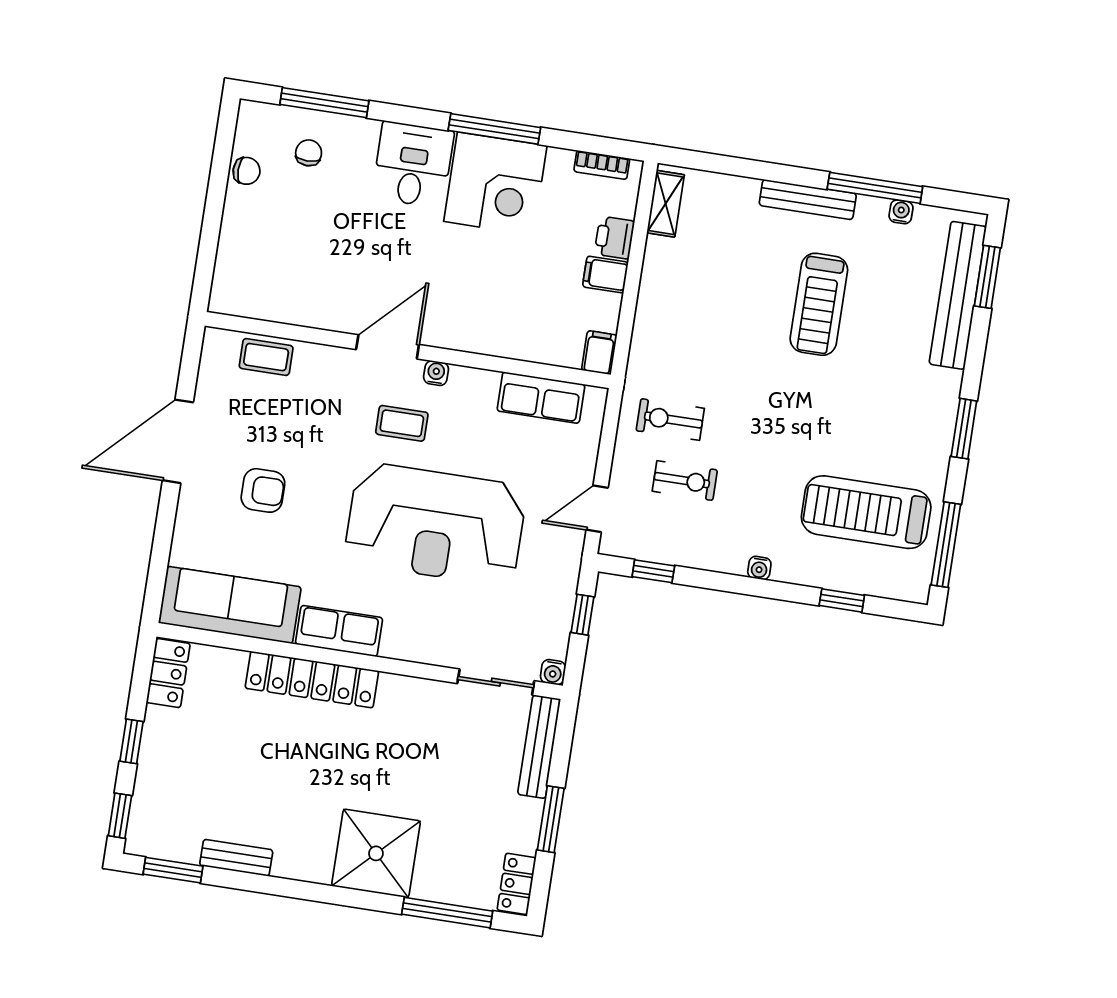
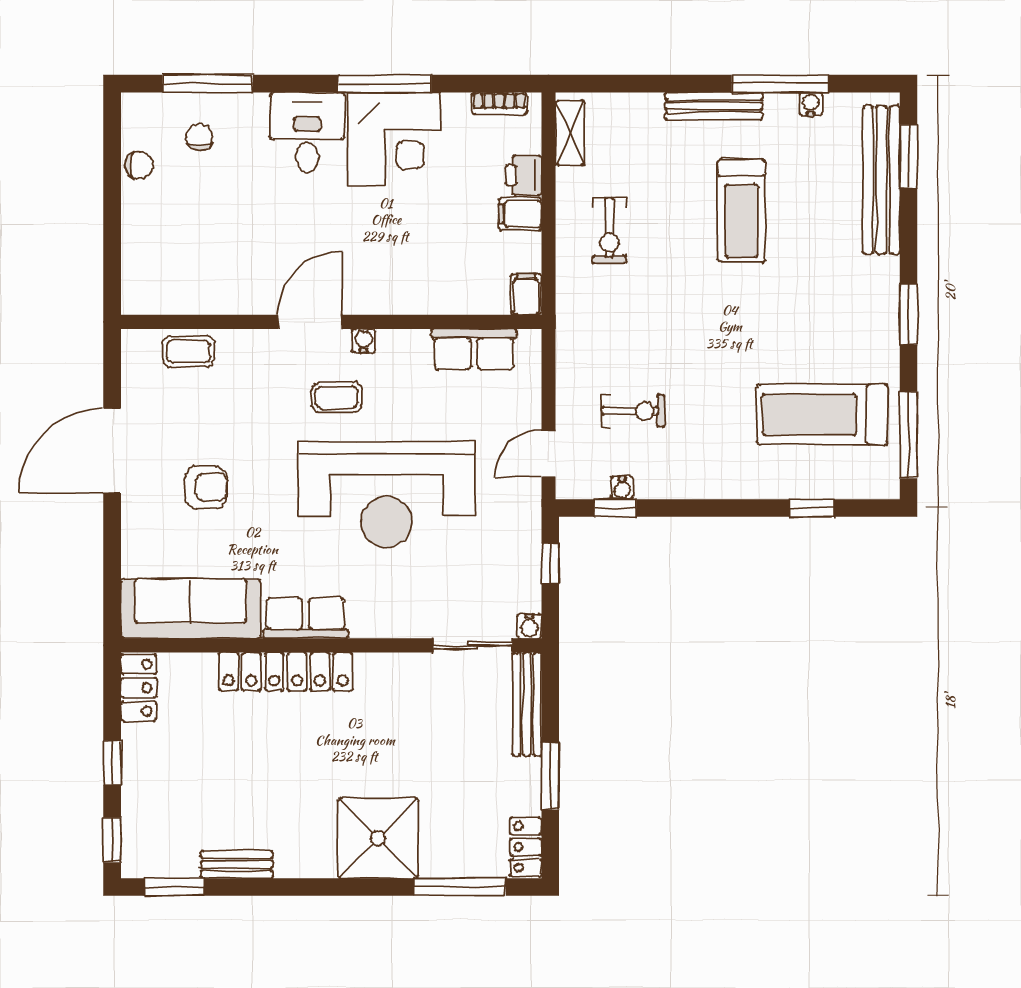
exercise bike: (670, 420) -> (609, 231), moved, turned -90
water cooler: (759, 568) -> (622, 488), moved

